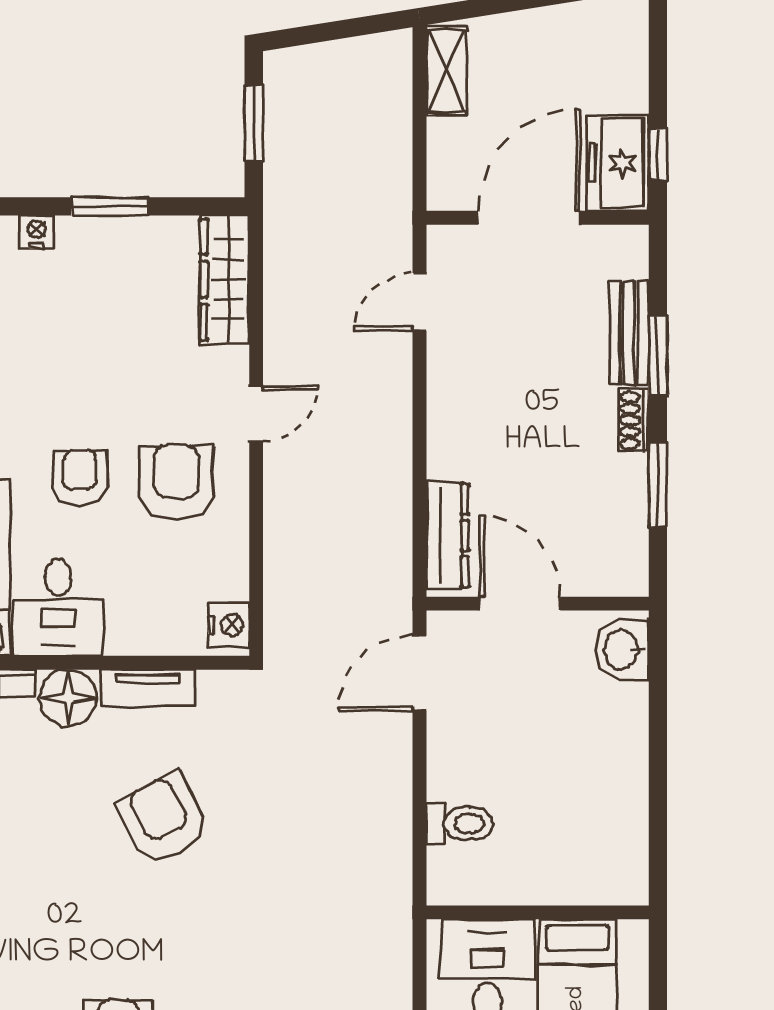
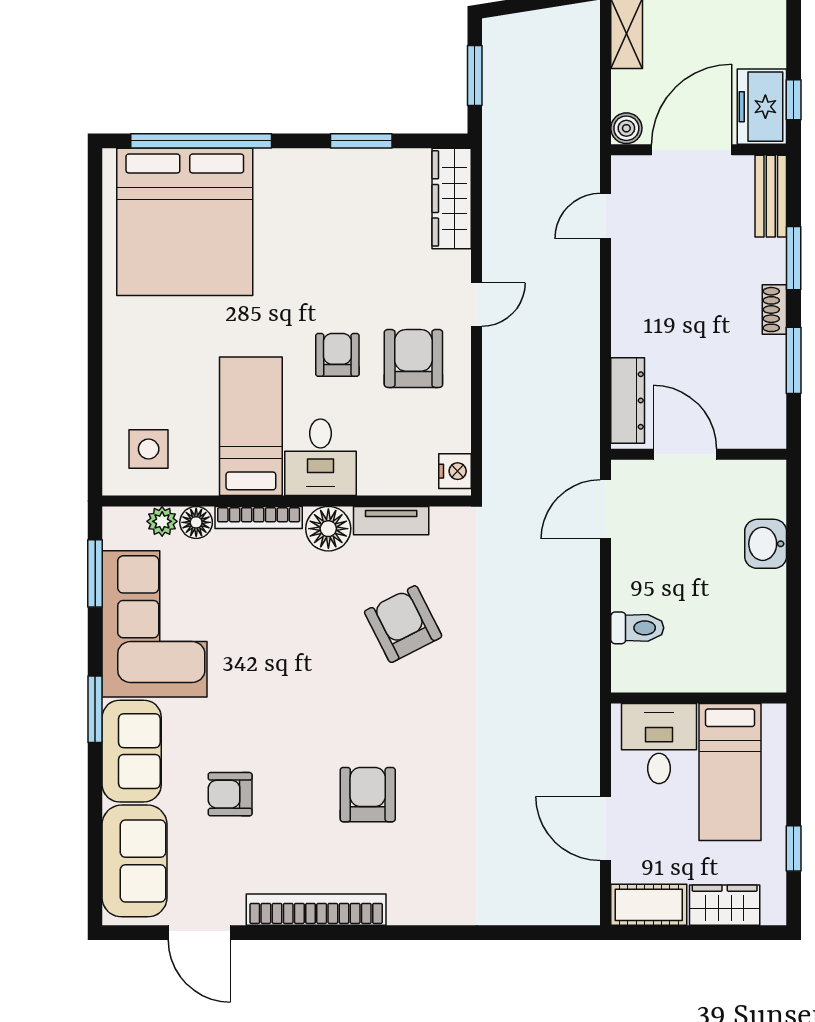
boiler: (446, 190) -> (626, 128), added
nightstand: (37, 232) -> (303, 161), removed
bench: (629, 333) -> (771, 196), moved
washbasin: (622, 650) -> (766, 544), moved

